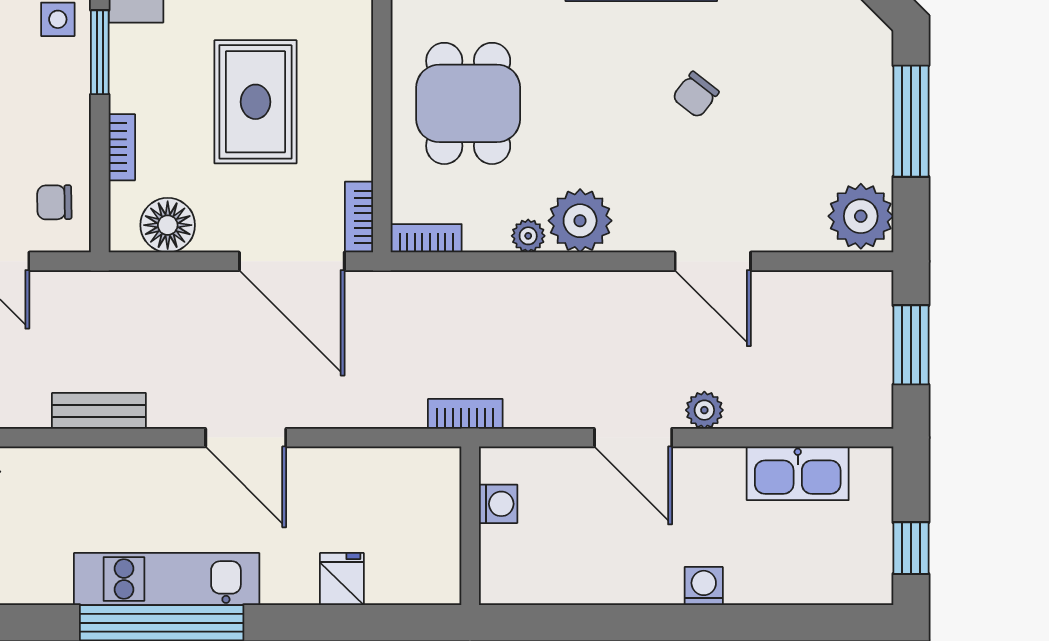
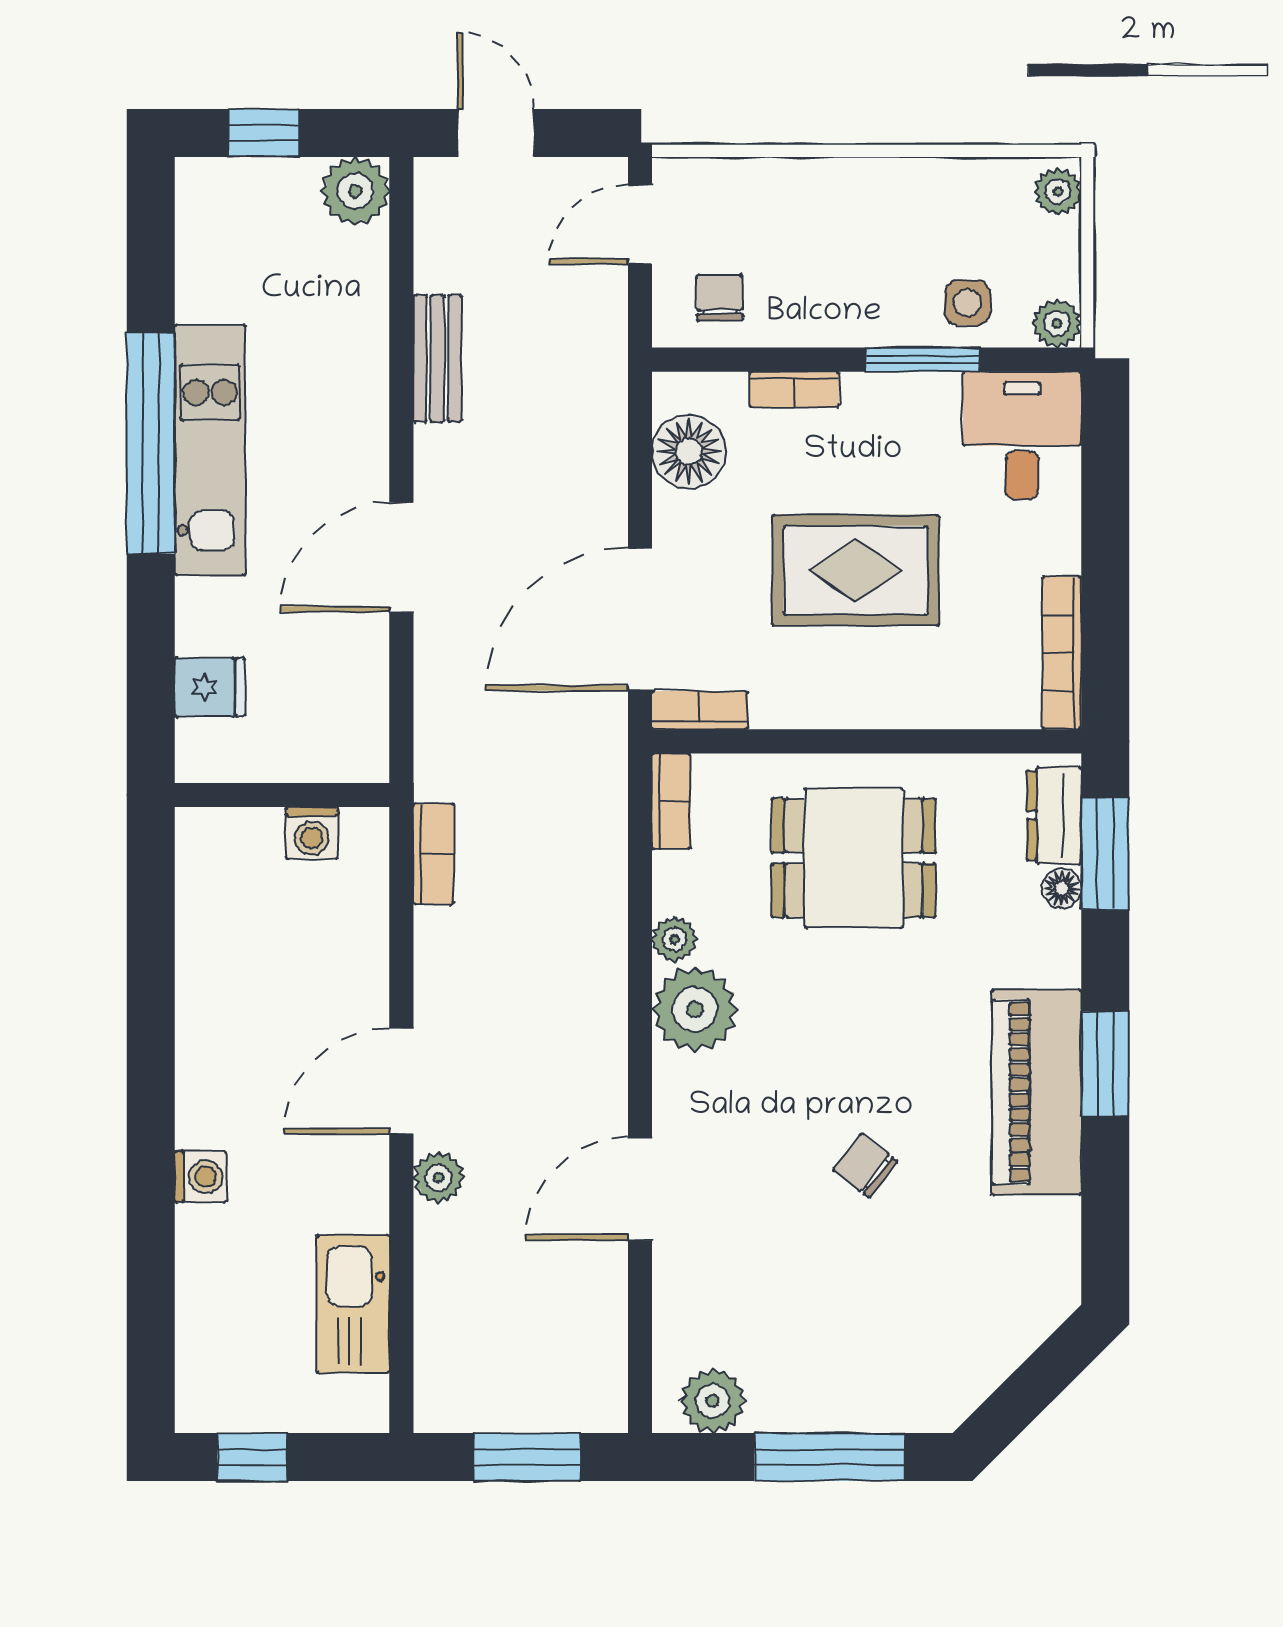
plant: (861, 216) -> (713, 1401), width x0.73, depth x0.73
washing machine: (498, 504) -> (312, 833), moved
wall: (470, 526) -> (282, 795), moved

